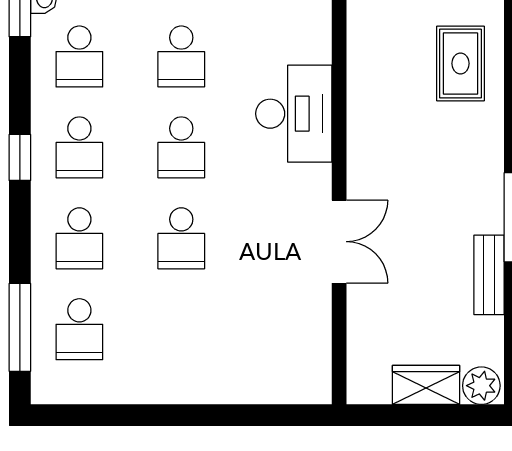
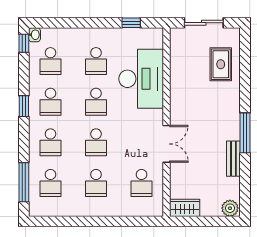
desk: (294, 114) -> (141, 79), width x1.36, depth x1.30
school desk: (181, 329) -> (96, 183), added
school desk: (283, 329) -> (141, 183), added
wardrobe: (426, 385) -> (185, 208), moved

